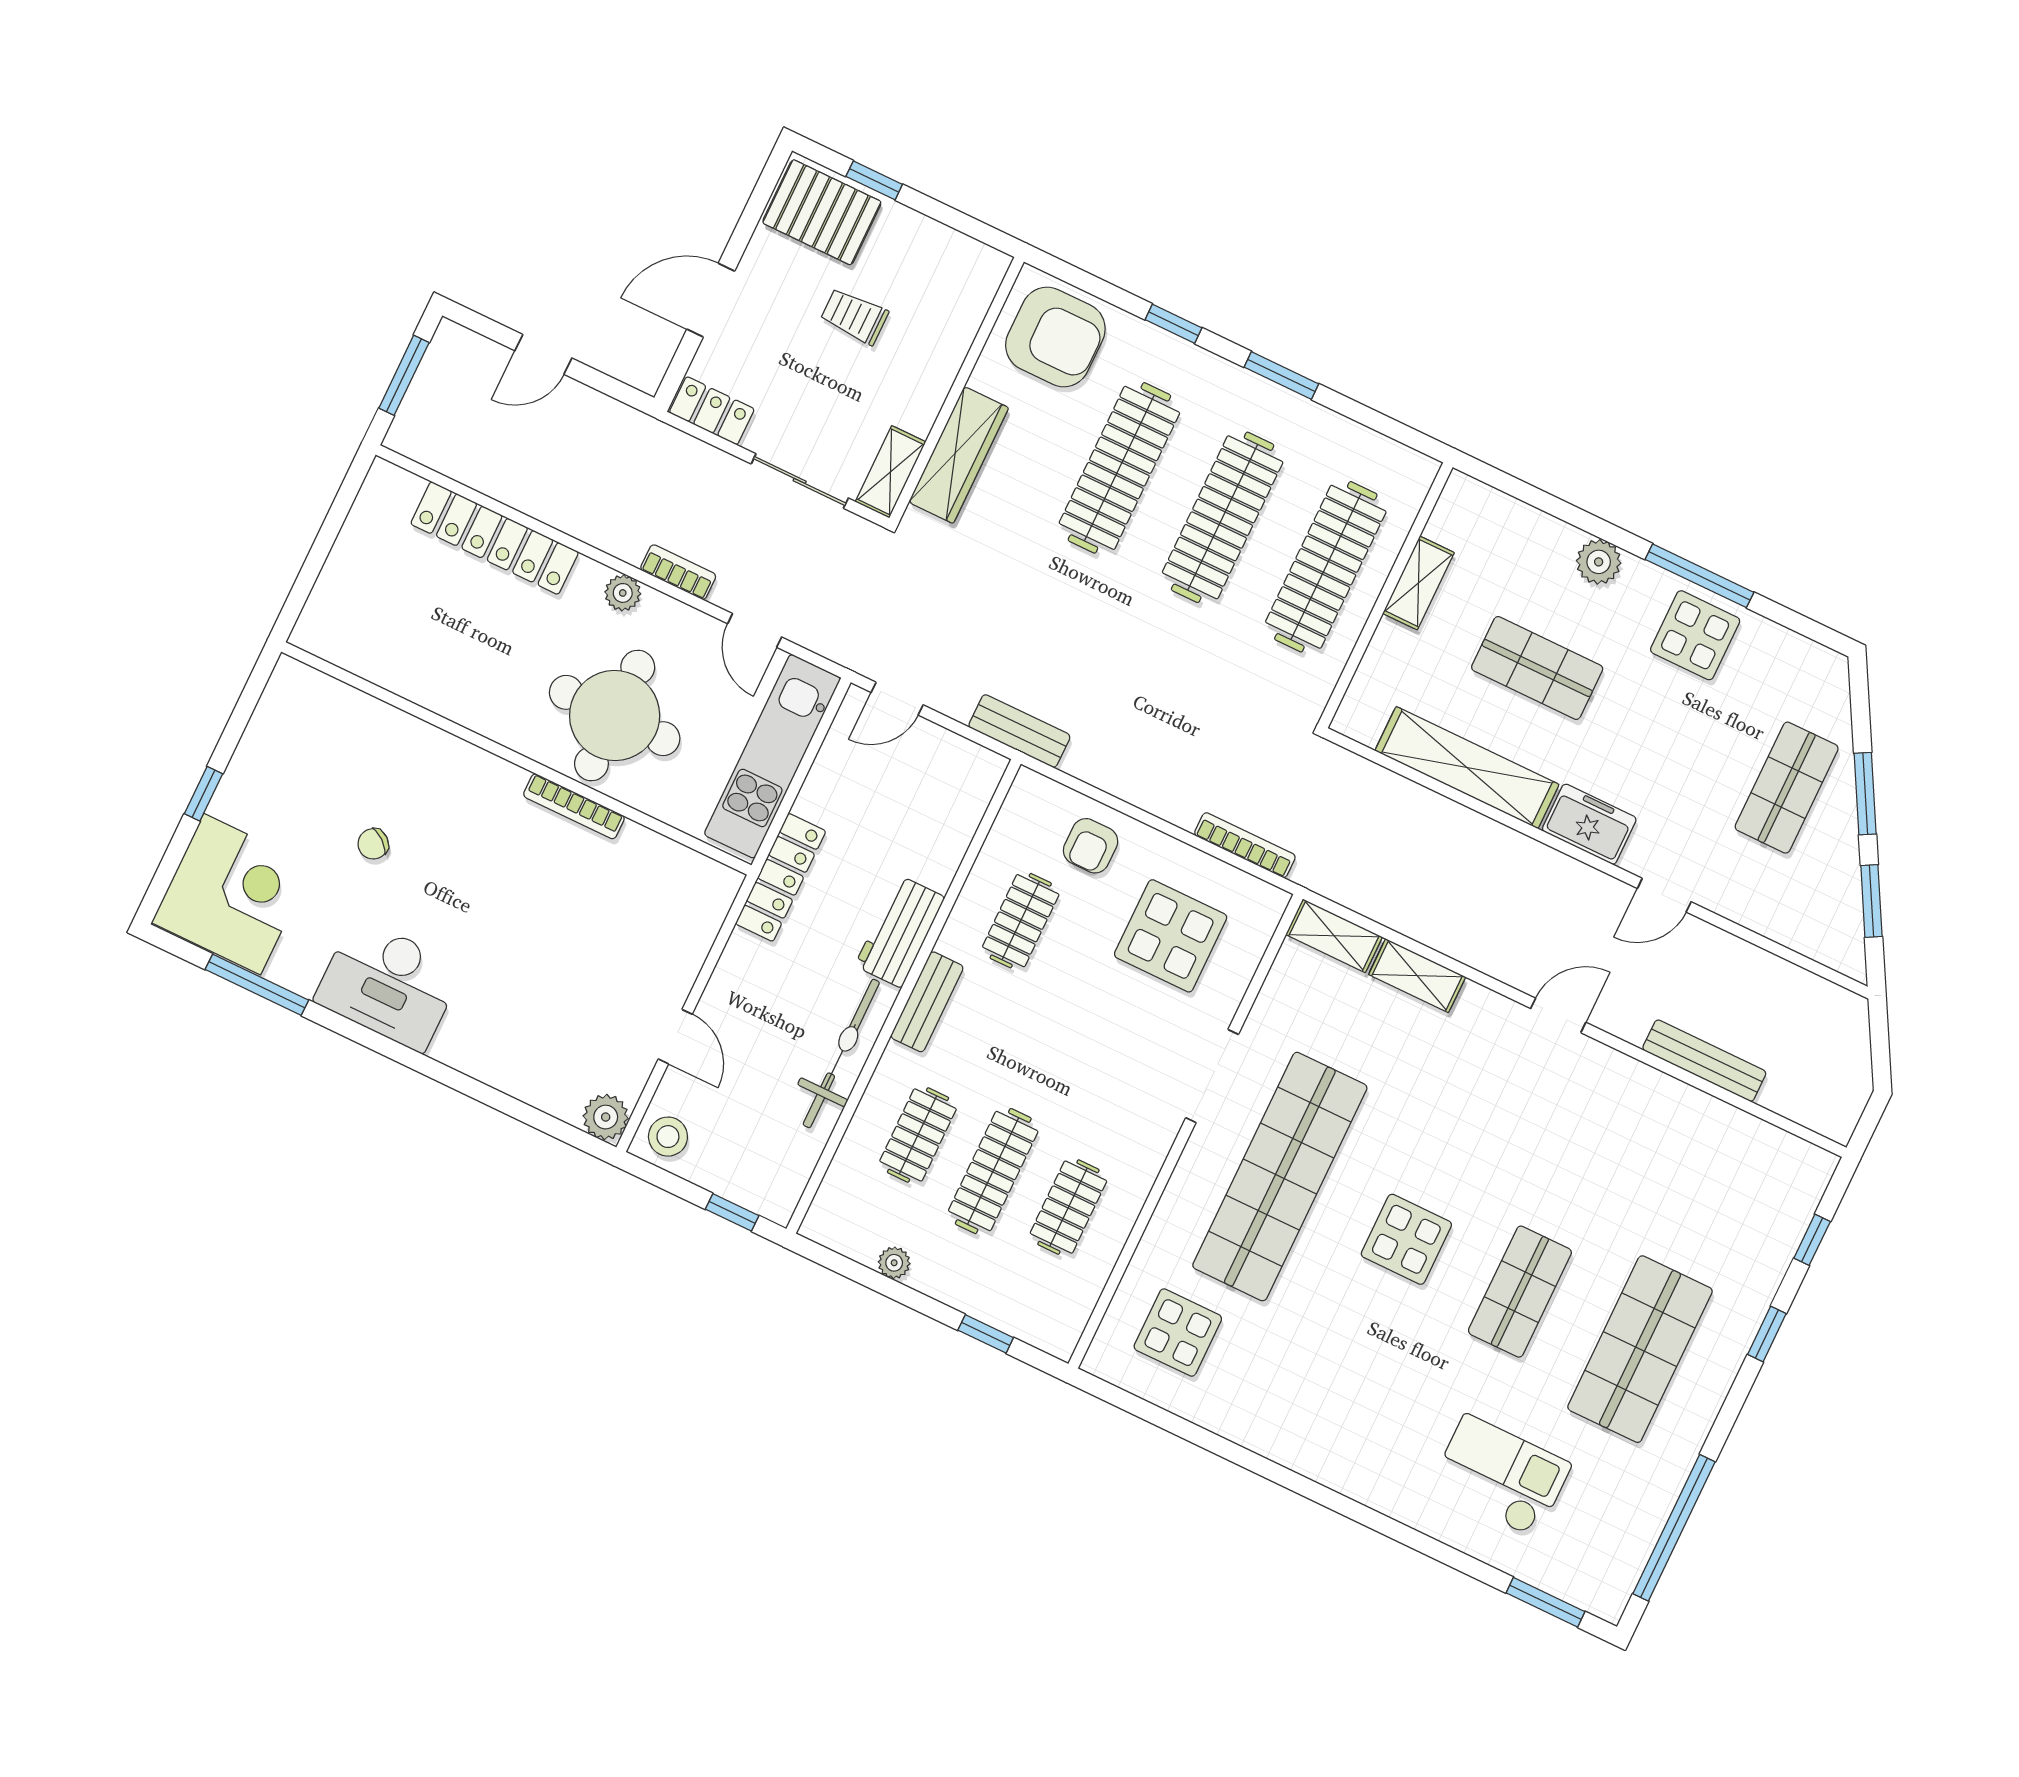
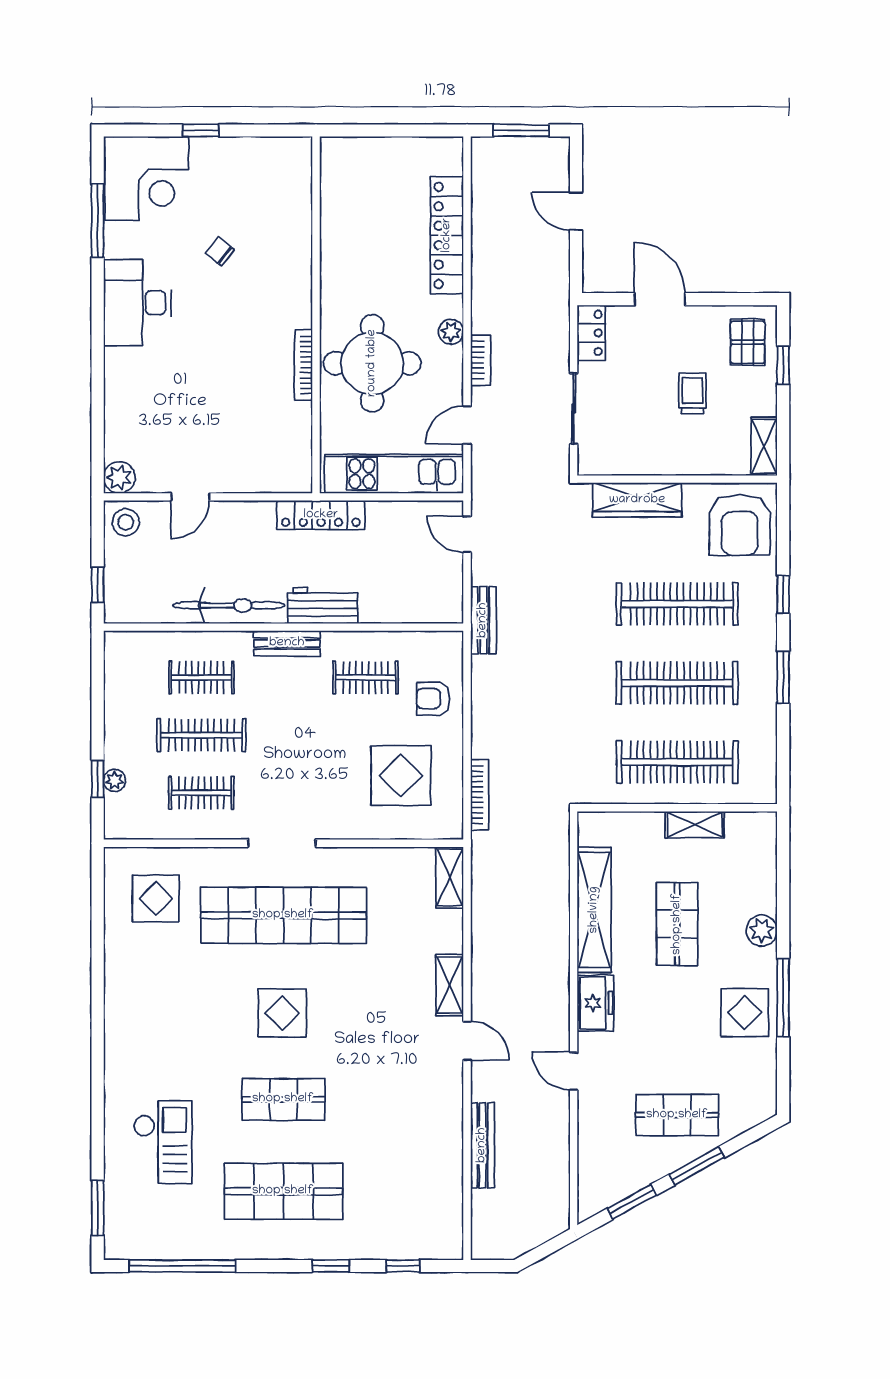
pallet: (822, 212) -> (748, 342), width x0.67, depth x0.71
shelving: (890, 472) -> (764, 446), moved, turned 90
shelving: (1417, 976) -> (450, 985), moved
doorway: (1212, 1076) -> (282, 843), moved
plant: (894, 1263) -> (115, 780), moved

